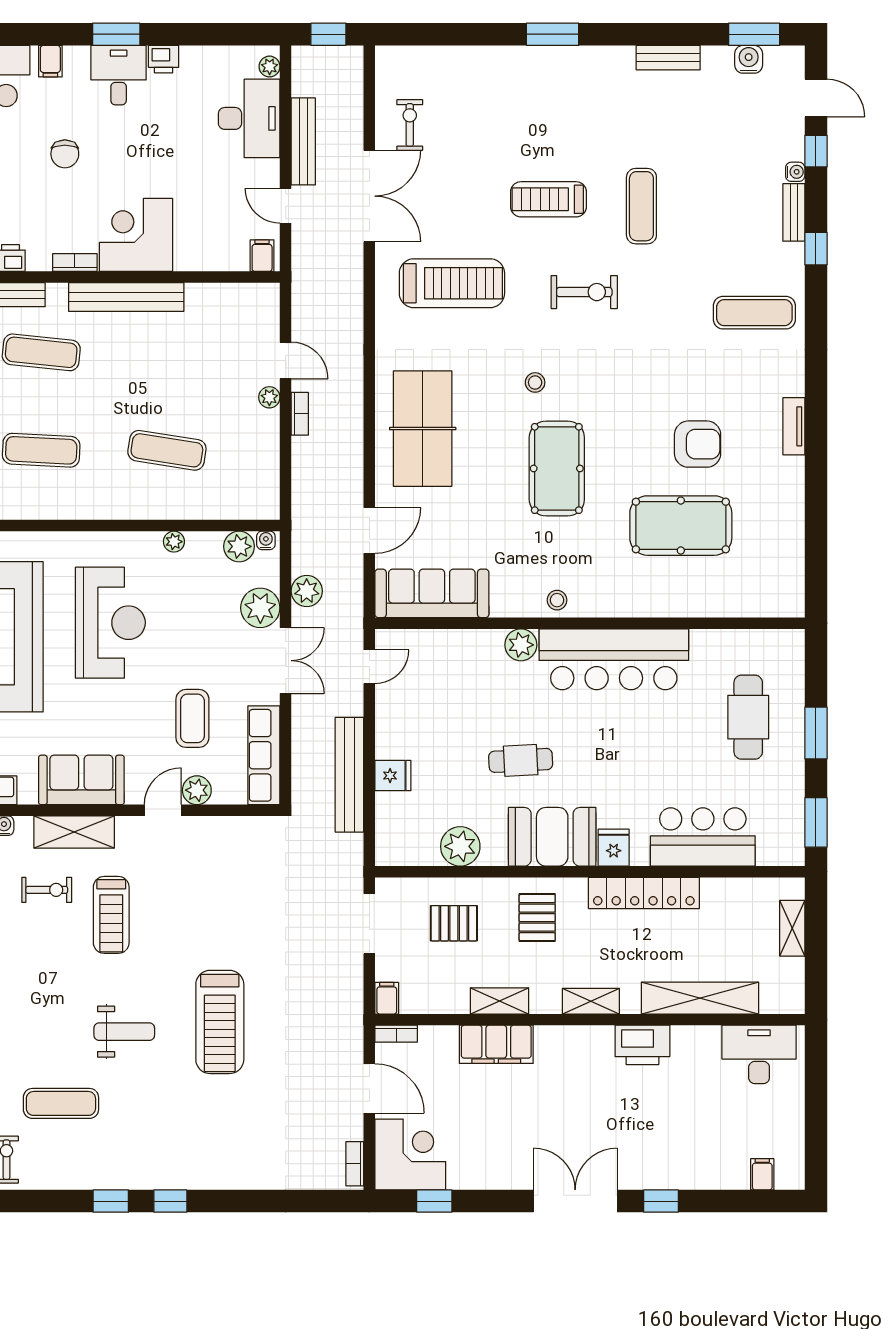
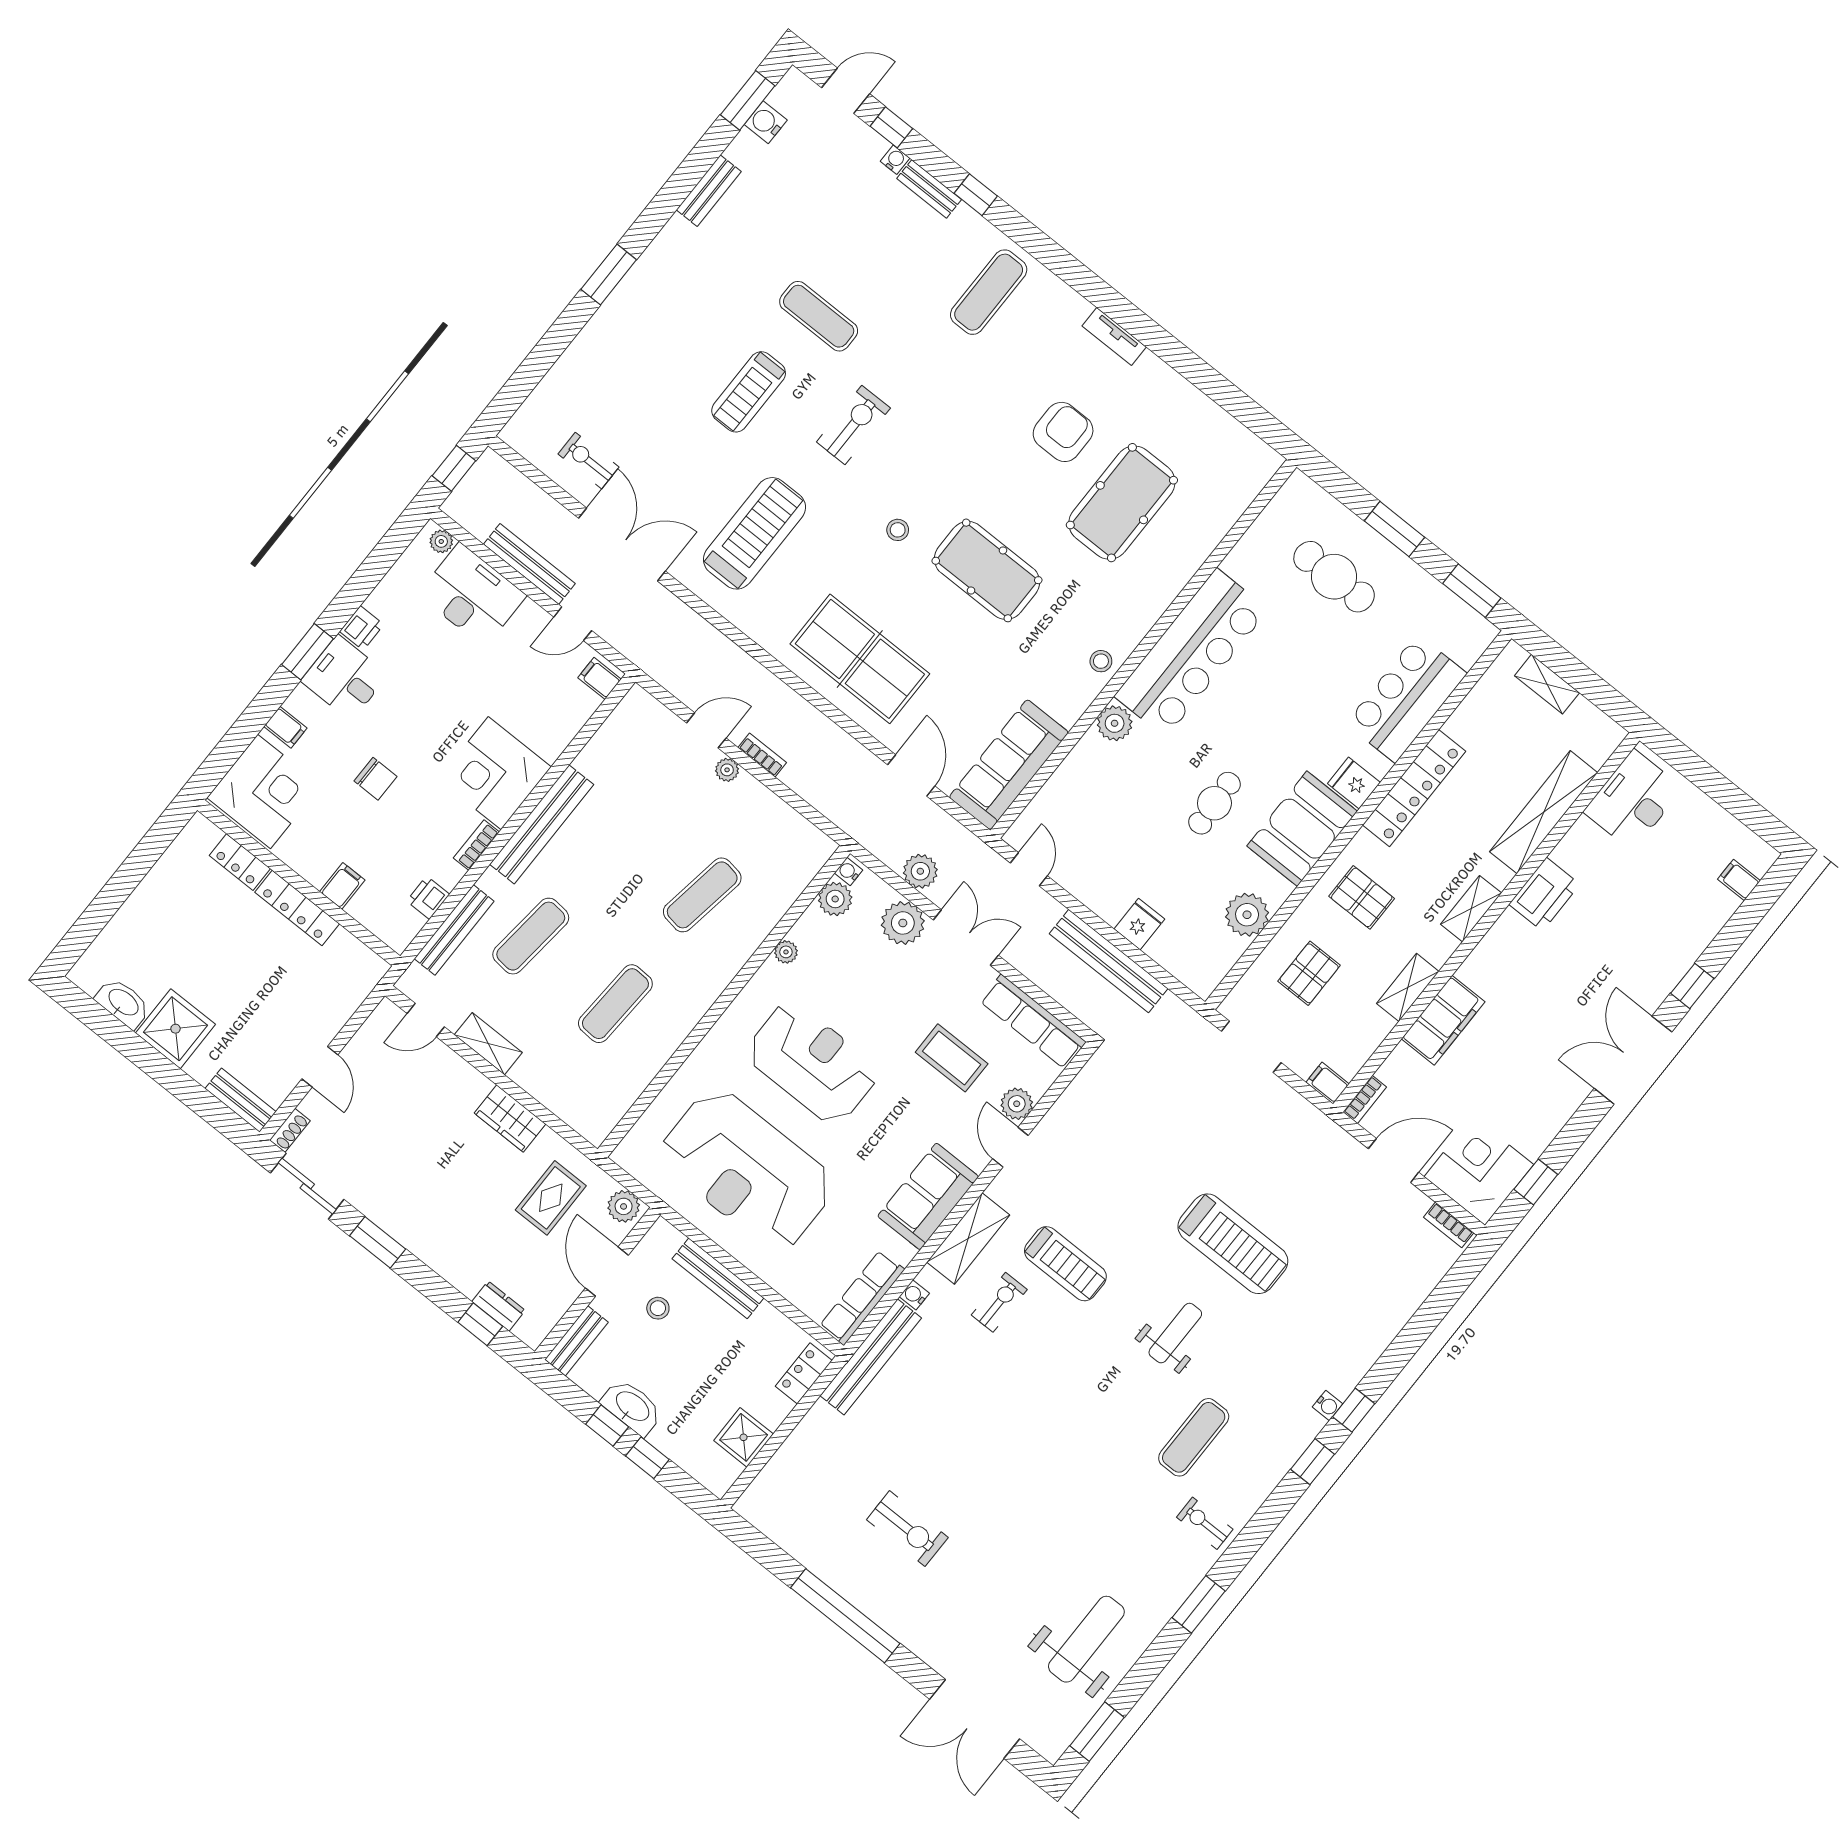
water cooler: (159, 1180) -> (1328, 1405), added

